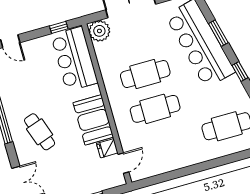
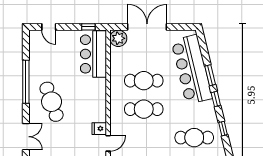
window: (218, 33) -> (210, 75), moved
booth: (93, 120) -> (95, 104), removed
cafe table: (40, 132) -> (52, 102), width x1.37, depth x1.35

